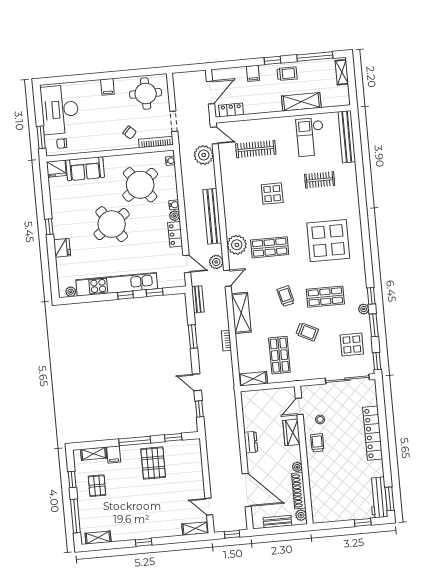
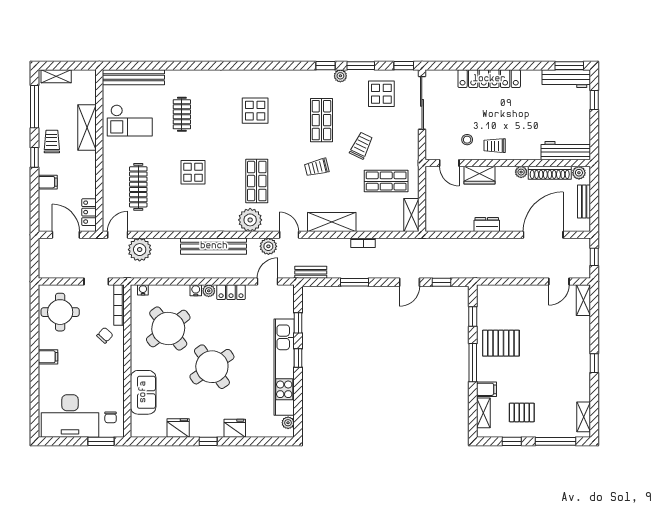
fridge: (56, 169) -> (178, 428), moved, turned -90
display table: (328, 241) -> (255, 111), width x0.54, depth x0.54
workbench: (318, 502) -> (566, 151), added

